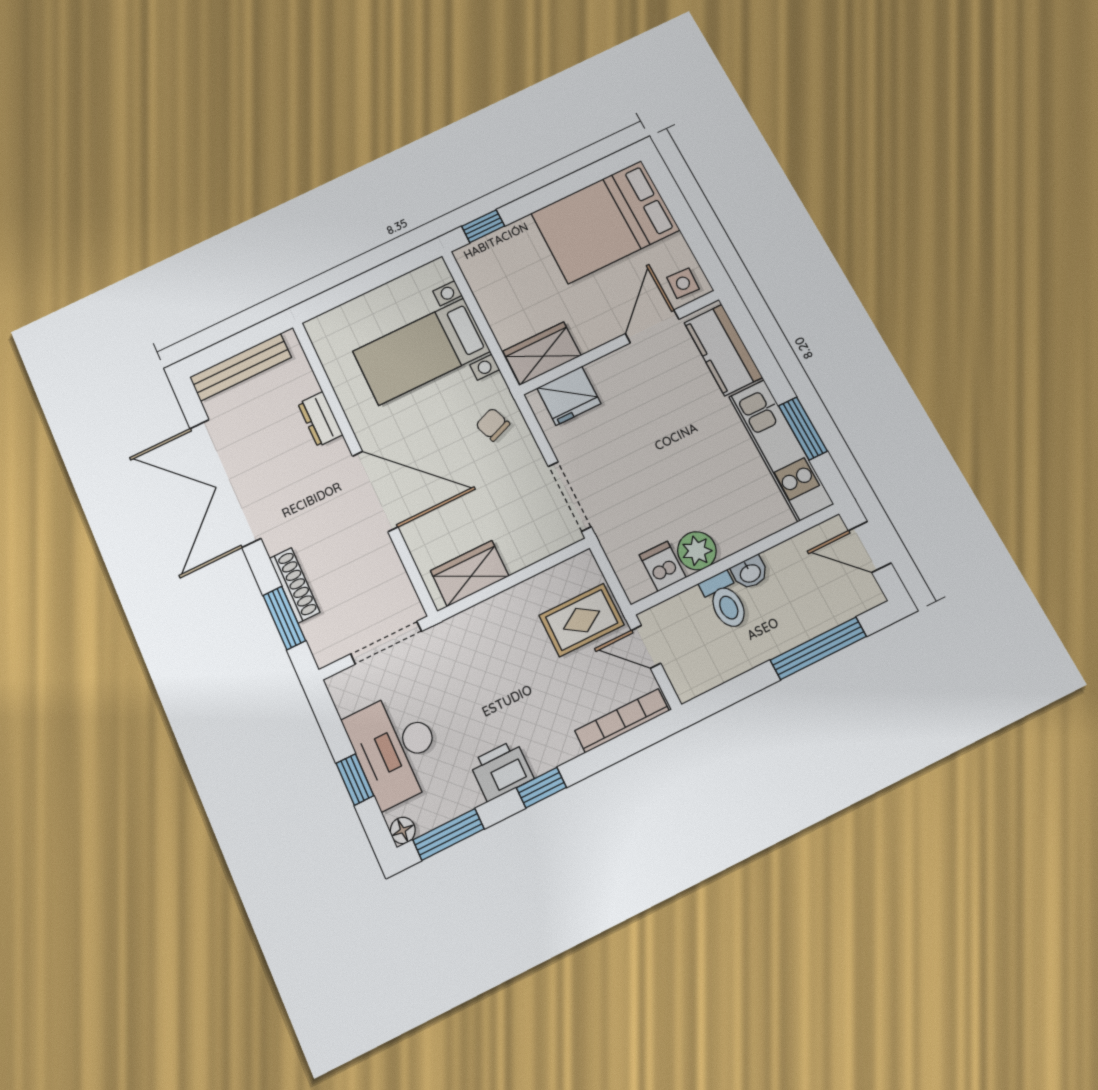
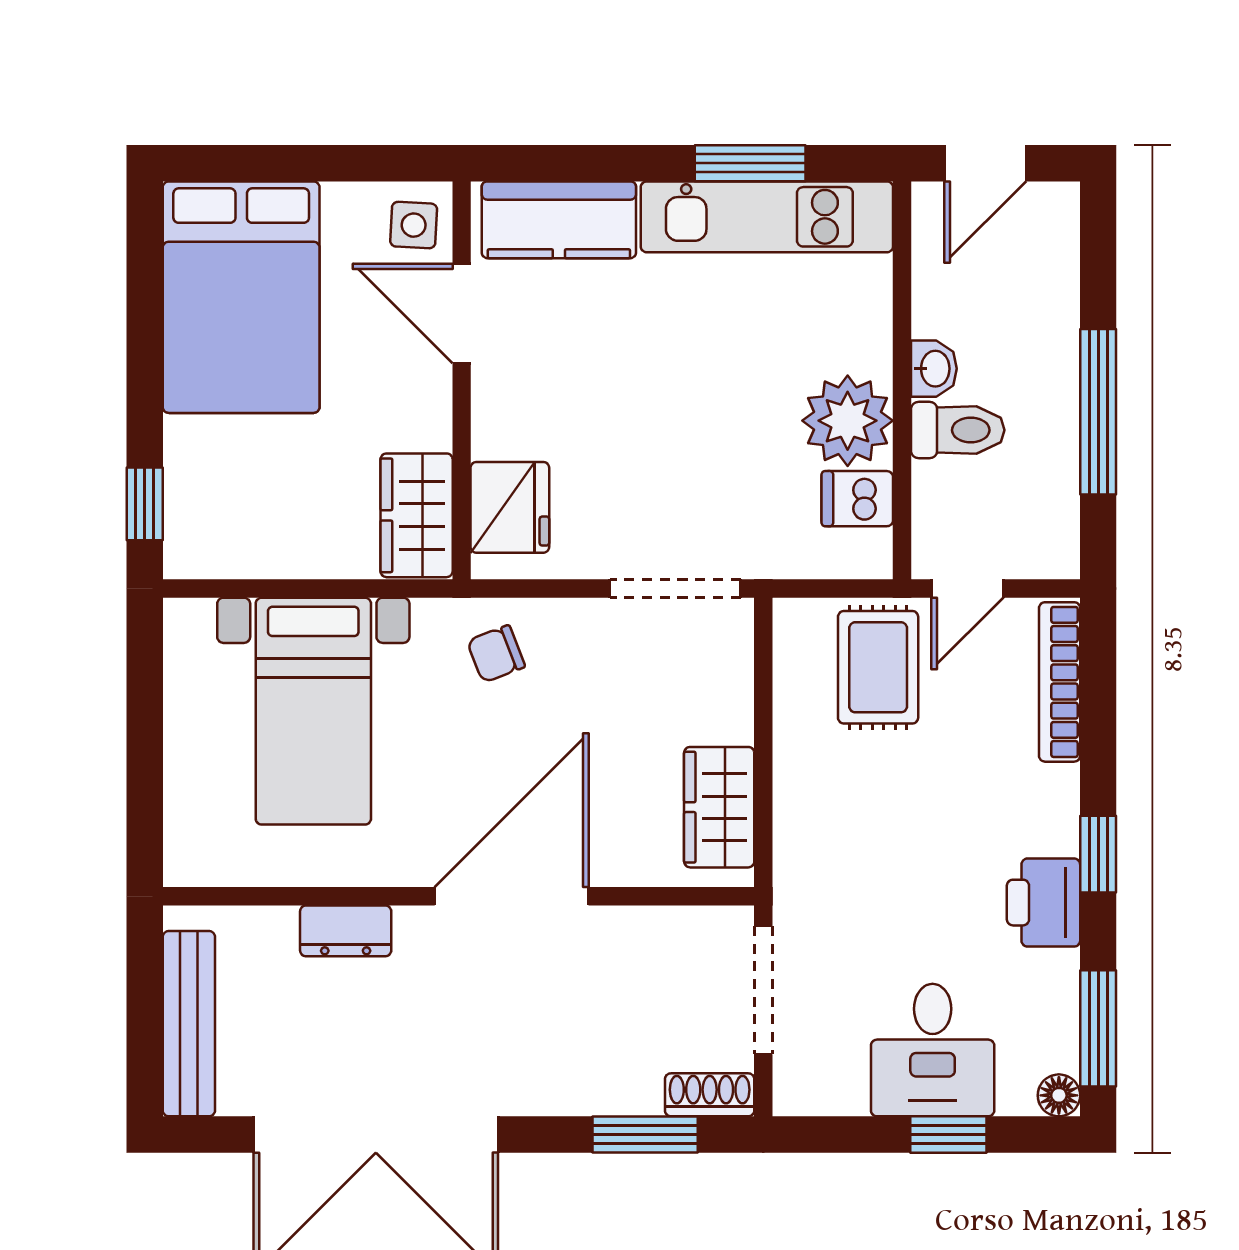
plant: (697, 551) -> (848, 421), width x1.36, depth x1.36
shoe rack: (295, 585) -> (710, 1095), moved, width x0.70
window: (818, 648) -> (1098, 412), moved
desk: (396, 749) -> (933, 1050), width x0.73

